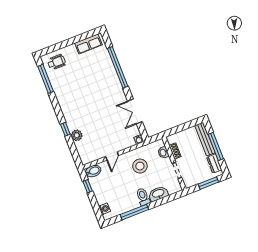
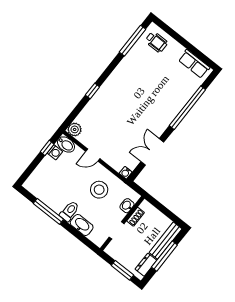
plant: (77, 135) -> (75, 129), moved
washing machine: (104, 209) -> (55, 152), moved

